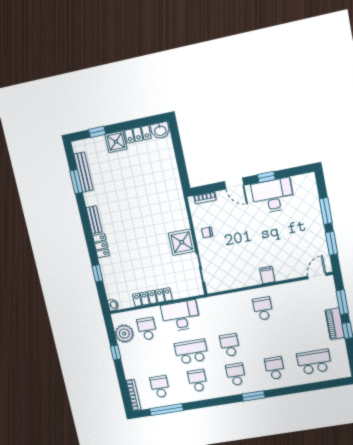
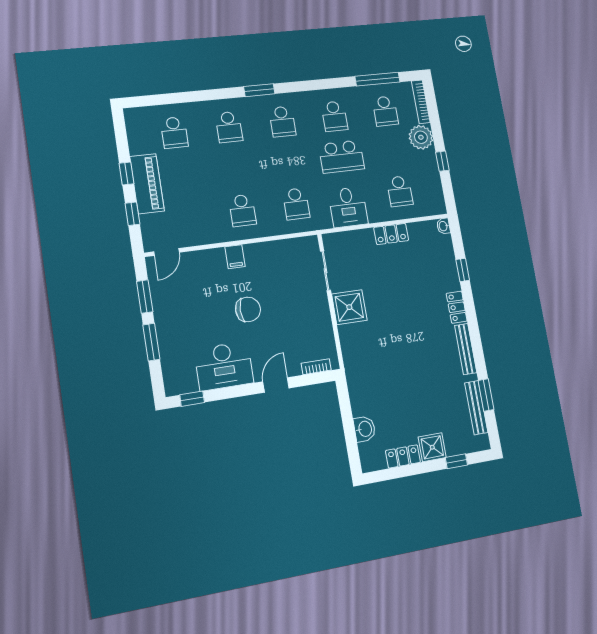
washbasin: (160, 130) -> (365, 429), moved, turned 90
window: (266, 177) -> (192, 399), moved
door: (234, 183) -> (276, 385), hinge flipped
bench: (94, 220) -> (466, 349), width x1.36
chair: (207, 232) -> (248, 309), moved, width x1.87, depth x1.87
locker: (152, 297) -> (391, 234), width x0.66
window: (342, 302) -> (132, 214), width x0.67
desk: (181, 316) -> (348, 207), width x0.73
piano: (335, 324) -> (147, 184), width x1.37, depth x1.33
plant: (124, 334) -> (421, 137), moved
school desk: (230, 345) -> (296, 204), moved
school desk: (314, 362) -> (174, 133), width x0.54

